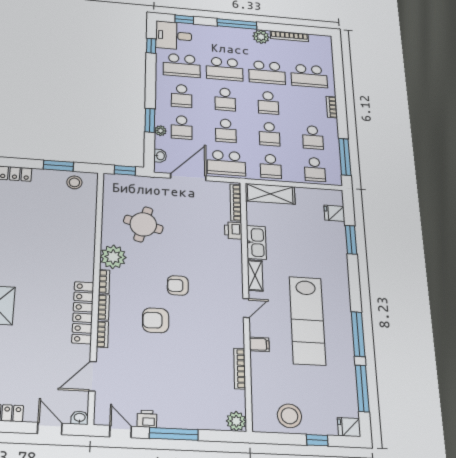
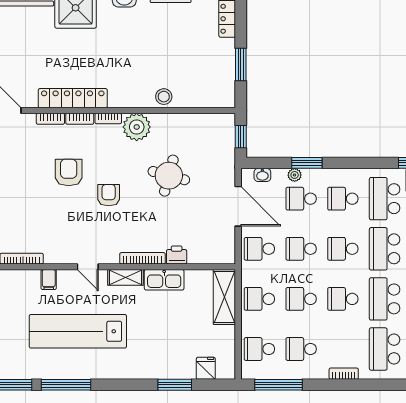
school desk: (226, 163) -> (259, 249), width x0.54
stool: (74, 182) -> (164, 97), moved
bookcase: (236, 203) -> (142, 258), moved
round table: (143, 224) -> (169, 176), moved

